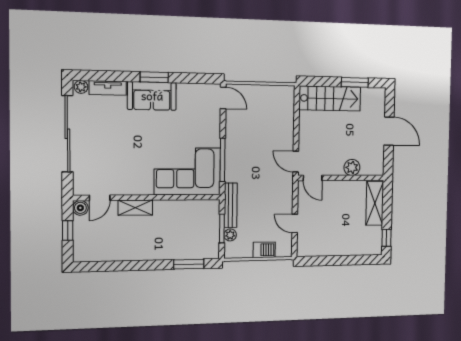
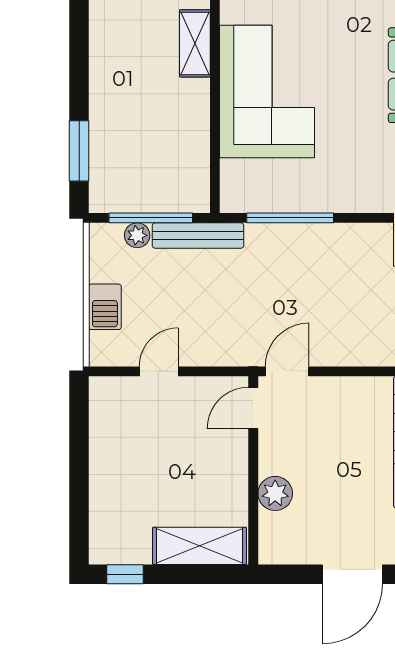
corner sofa: (187, 171) -> (267, 91), moved
window: (222, 228) -> (151, 218), width x1.44

